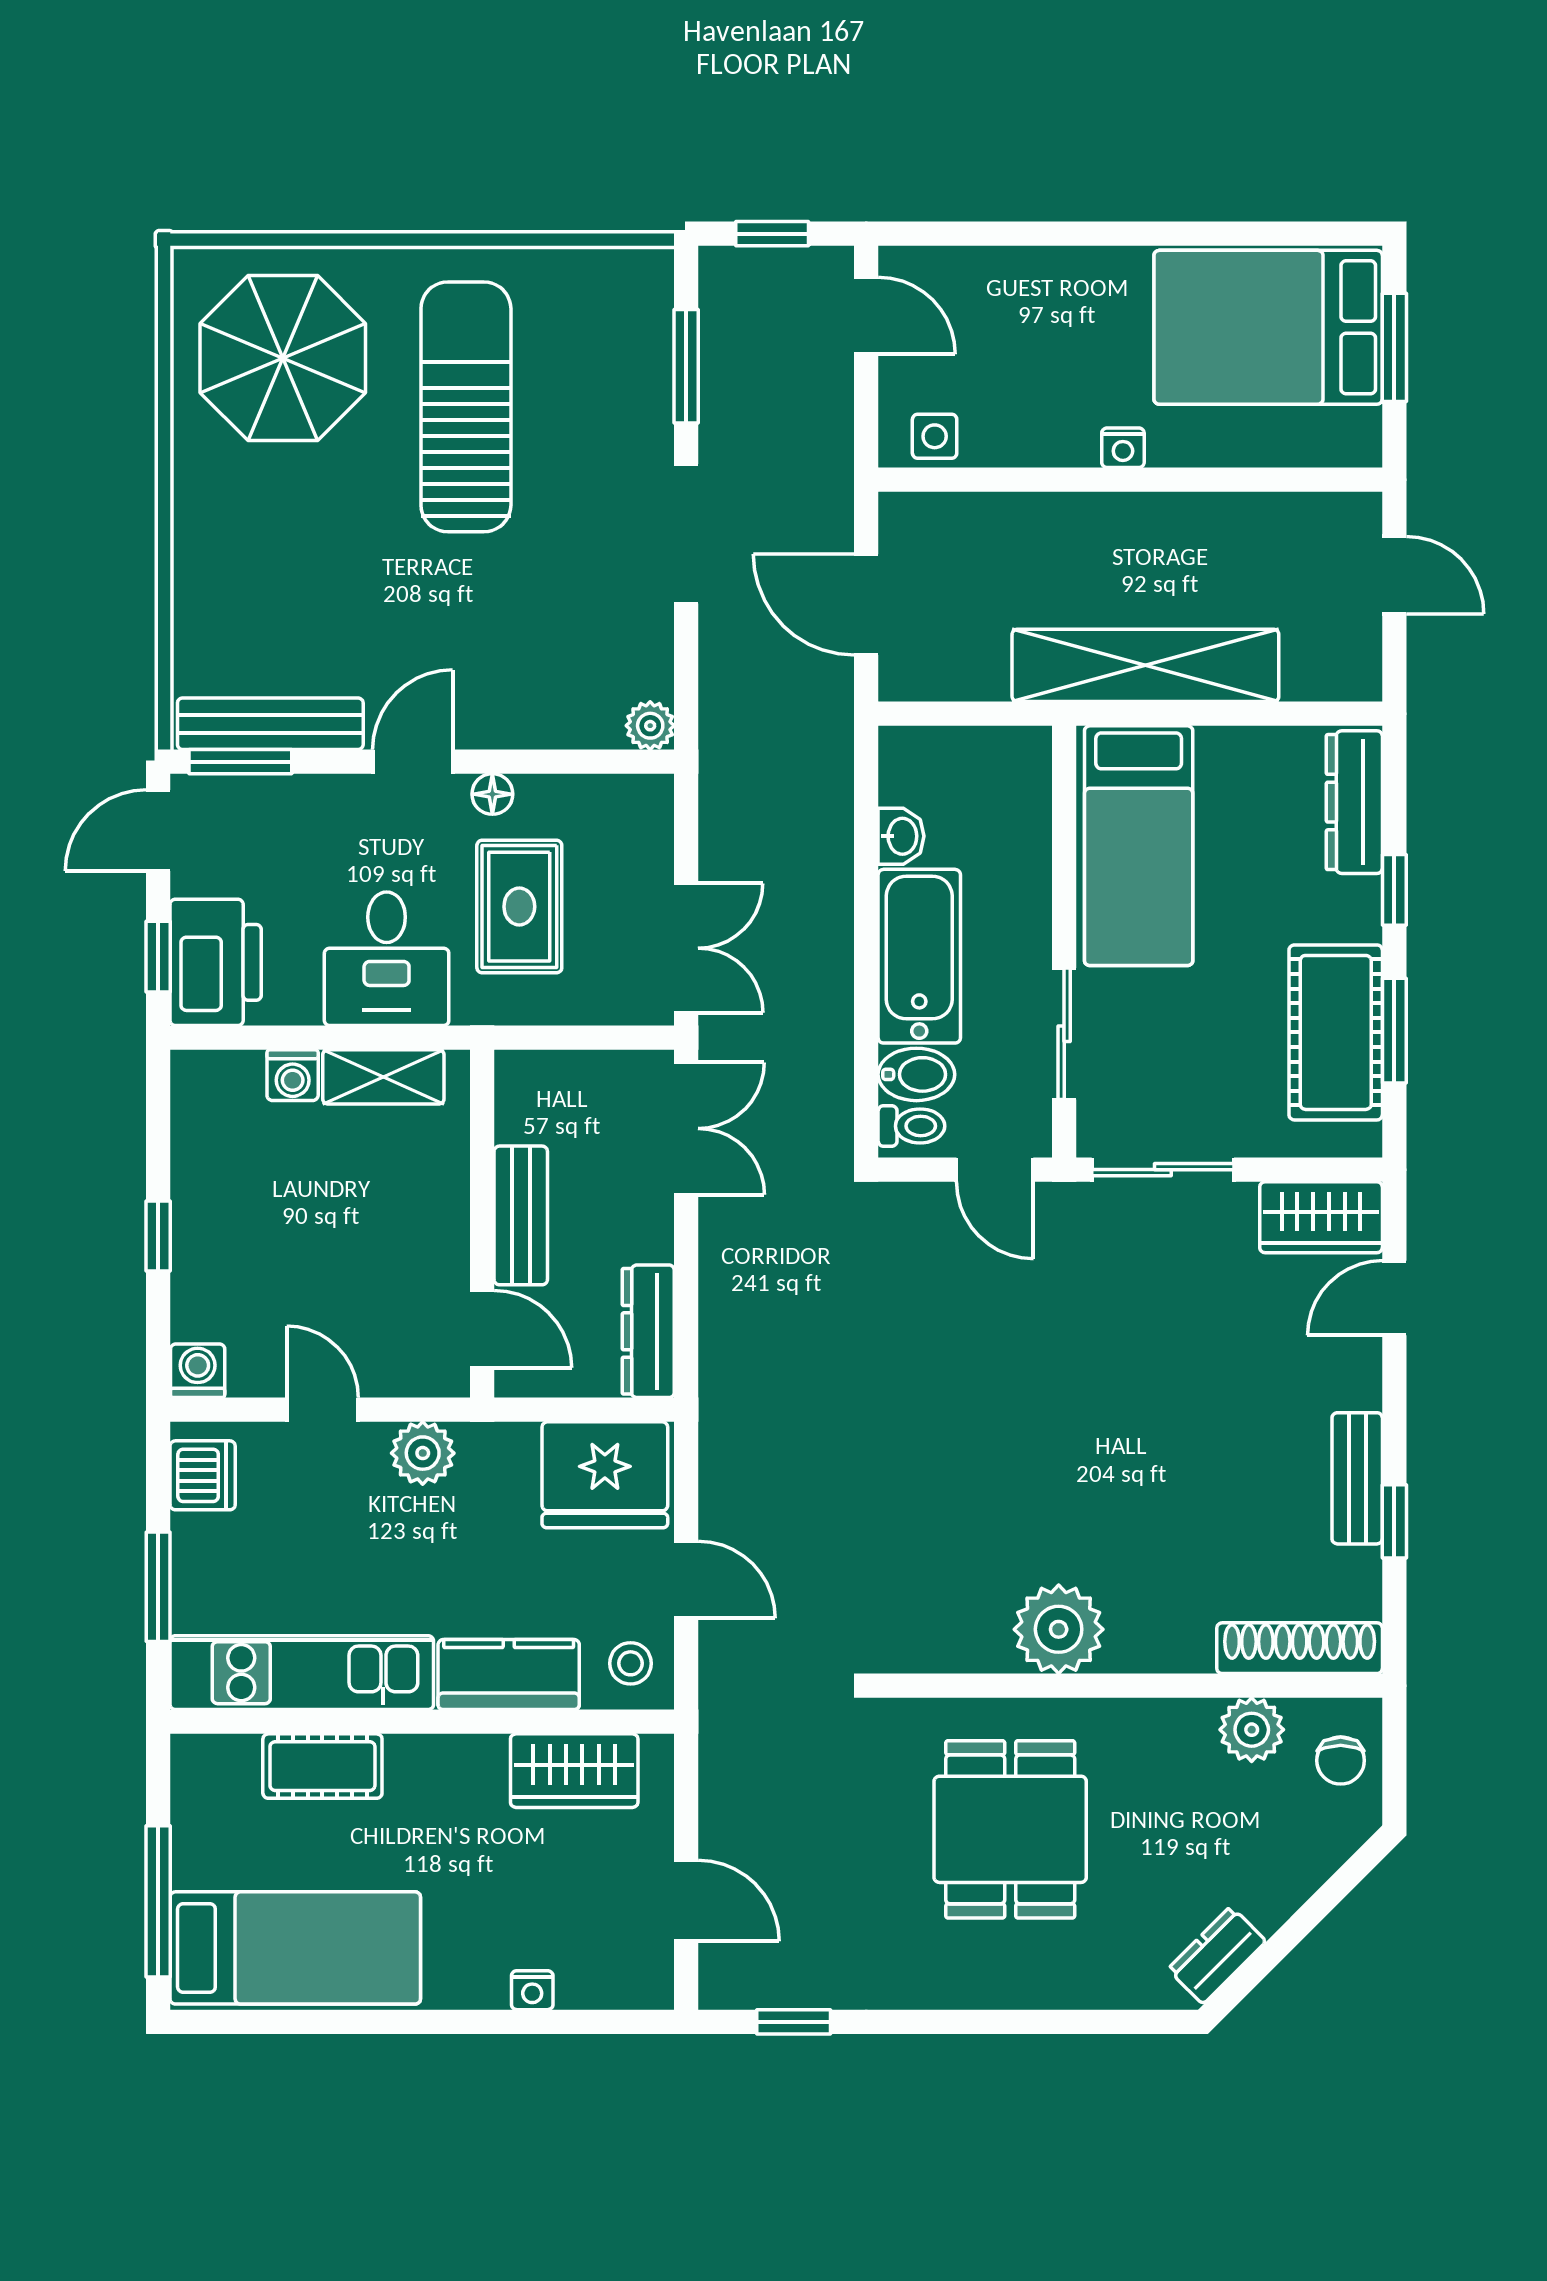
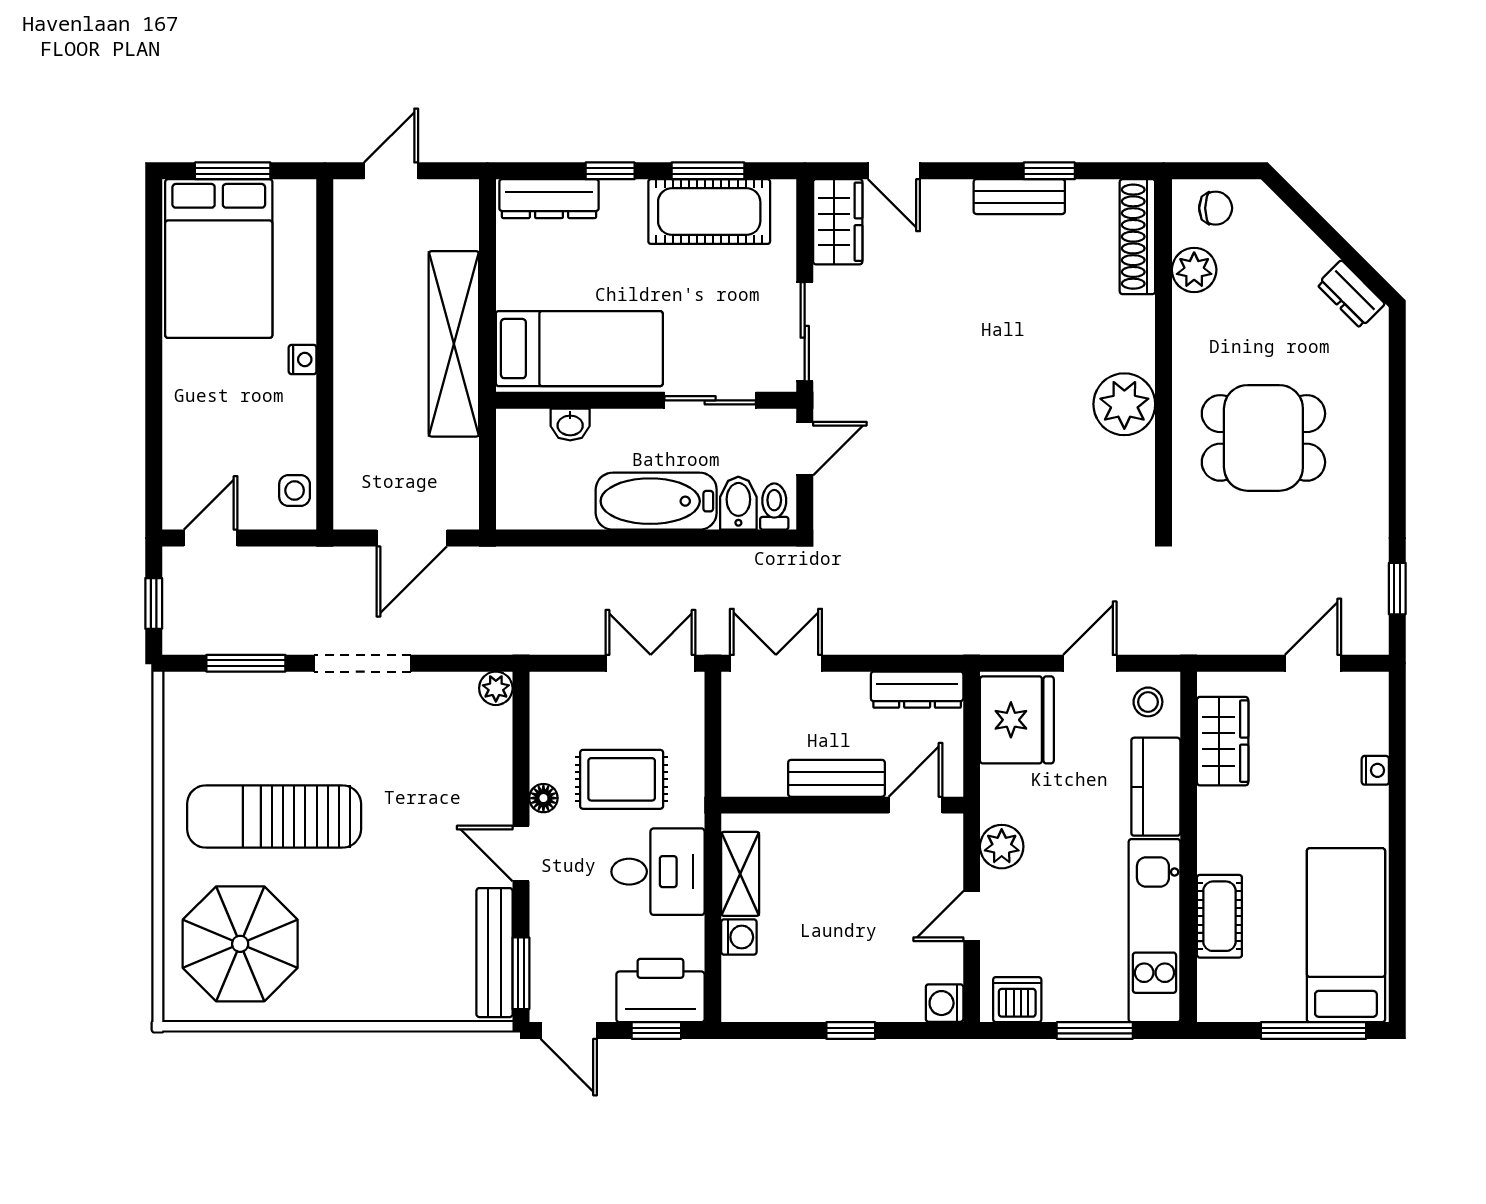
washbasin: (901, 836) -> (570, 425), moved, turned 180

